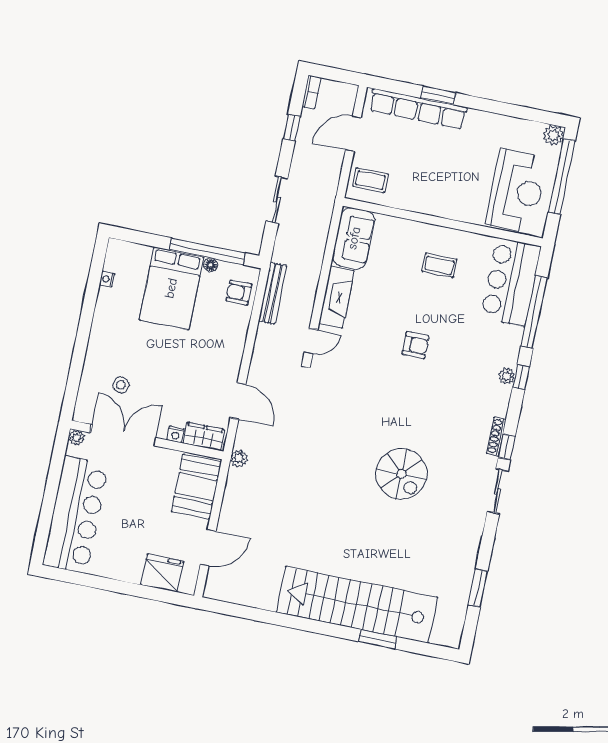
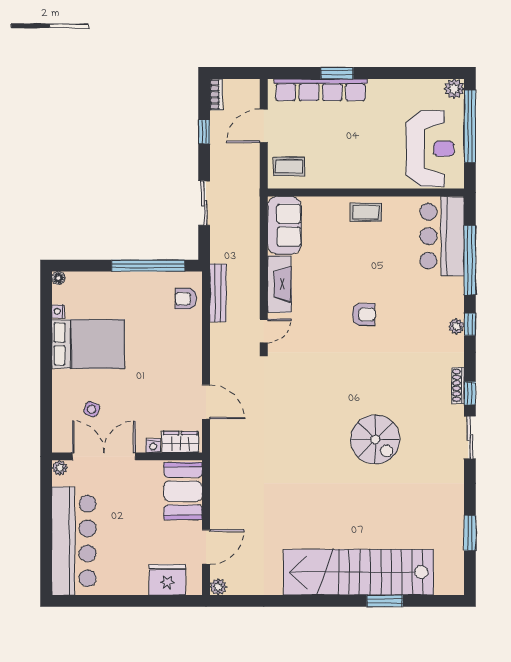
floor lamp: (210, 265) -> (58, 278), moved
coffee table: (439, 265) -> (366, 212), moved
bed: (171, 288) -> (88, 344), moved, turned -90
plant: (239, 458) -> (218, 587), moved

